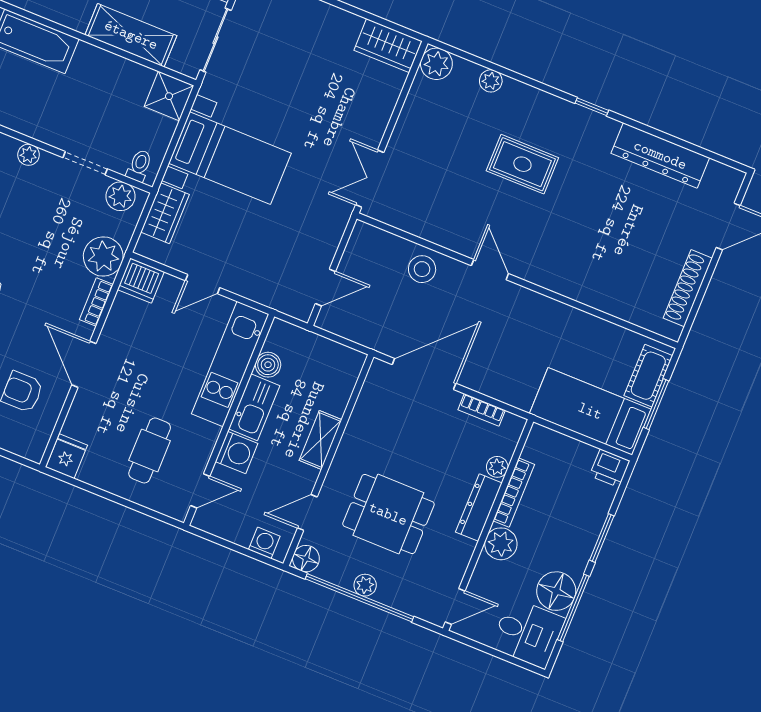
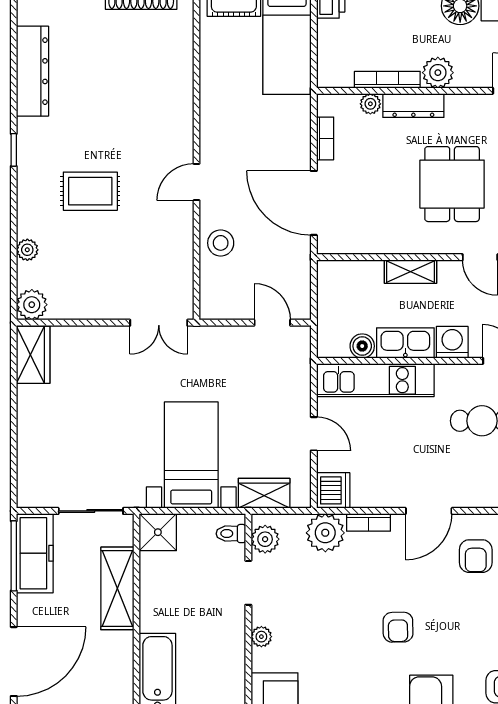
rug: (522, 164) -> (90, 191), turned 90

